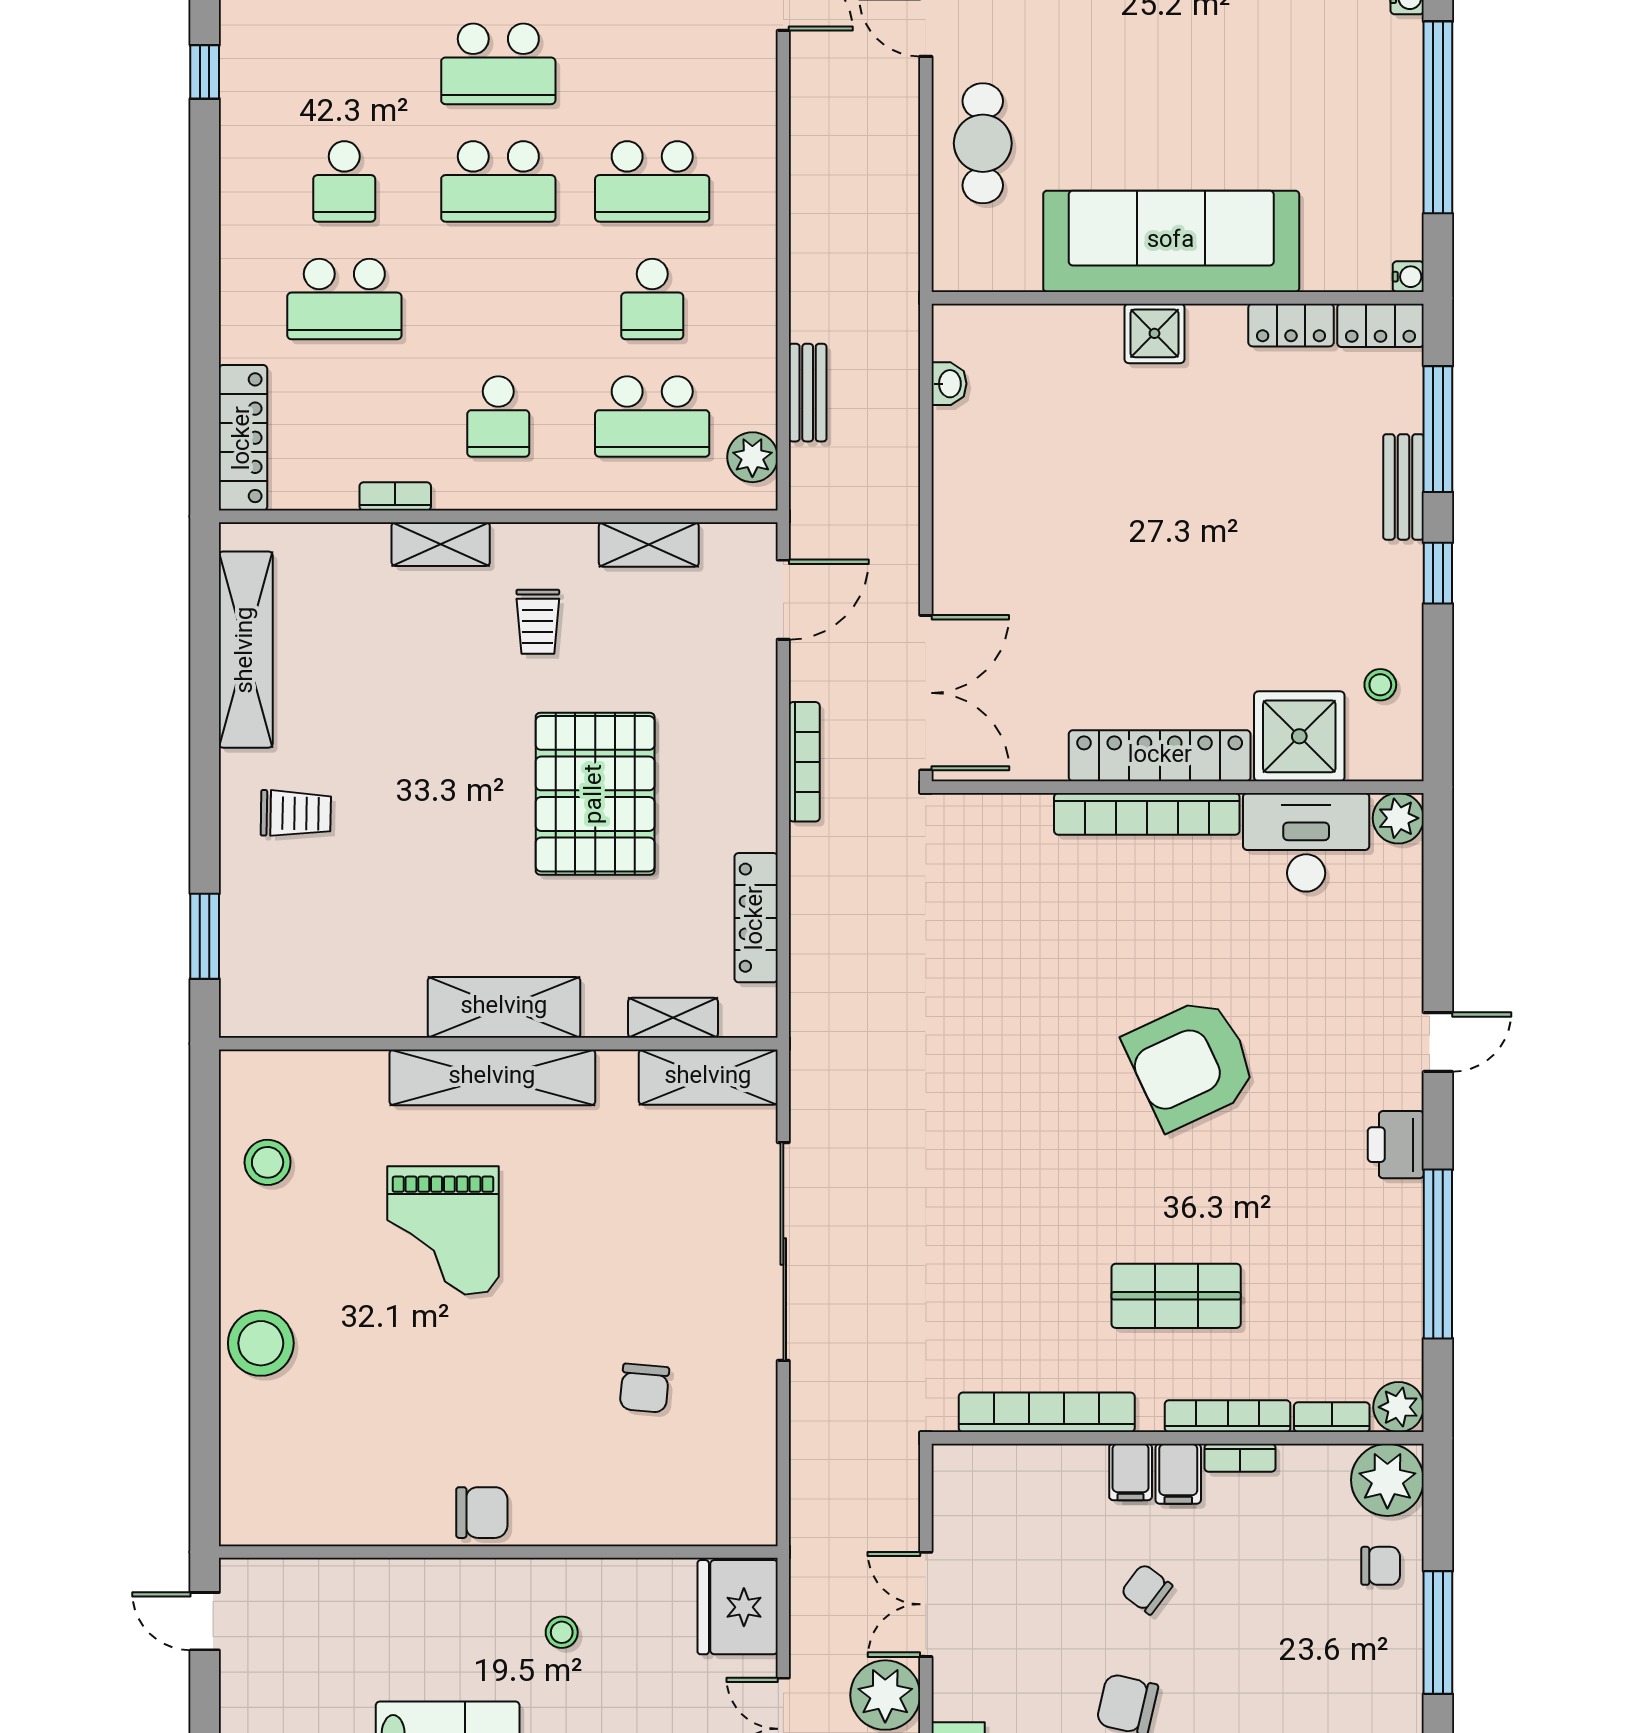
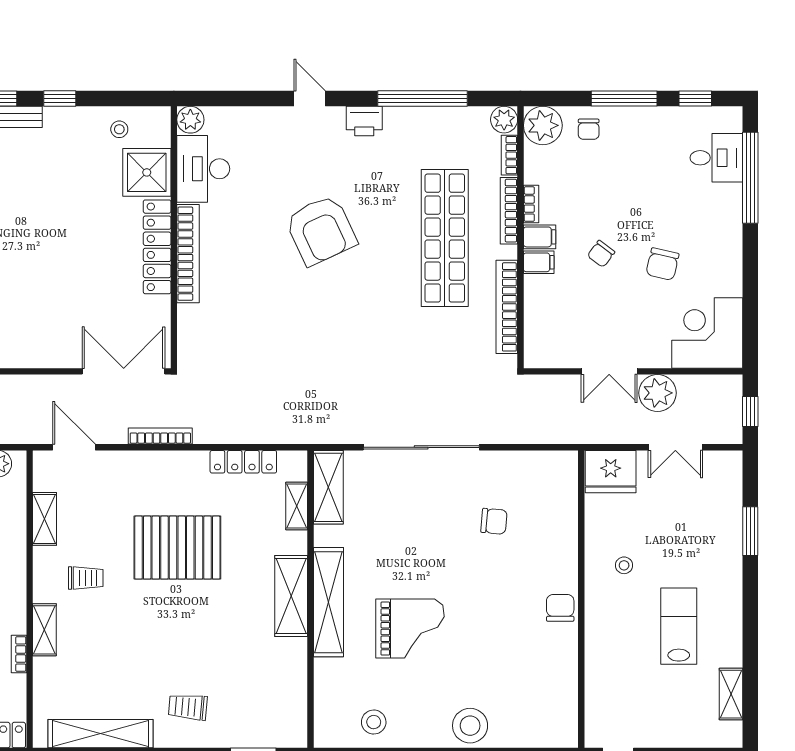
trolley: (296, 813) -> (188, 707), turned -86
shop shelf: (1176, 1296) -> (445, 238), width x2.00, depth x1.36
chair: (1381, 1566) -> (589, 129), turned 180

